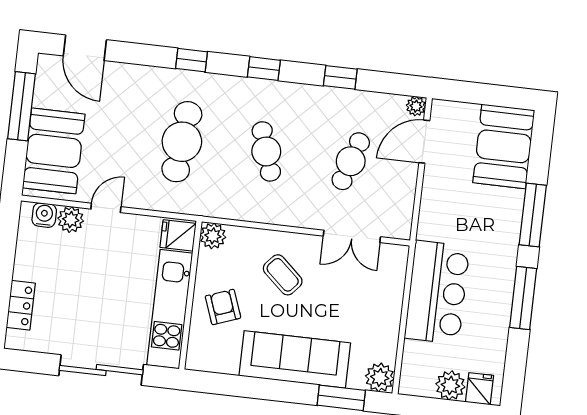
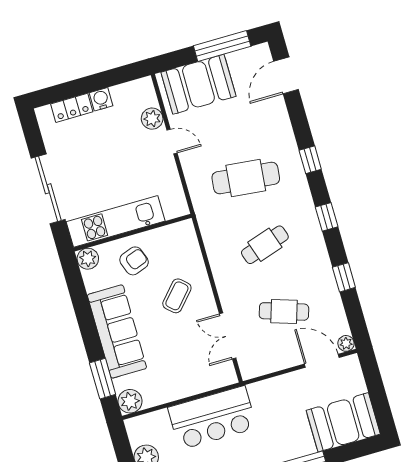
water cooler: (44, 215) -> (101, 99), moved, turned -90
fridge: (178, 235) -> (174, 205), removed
plant: (213, 236) -> (88, 259), moved

